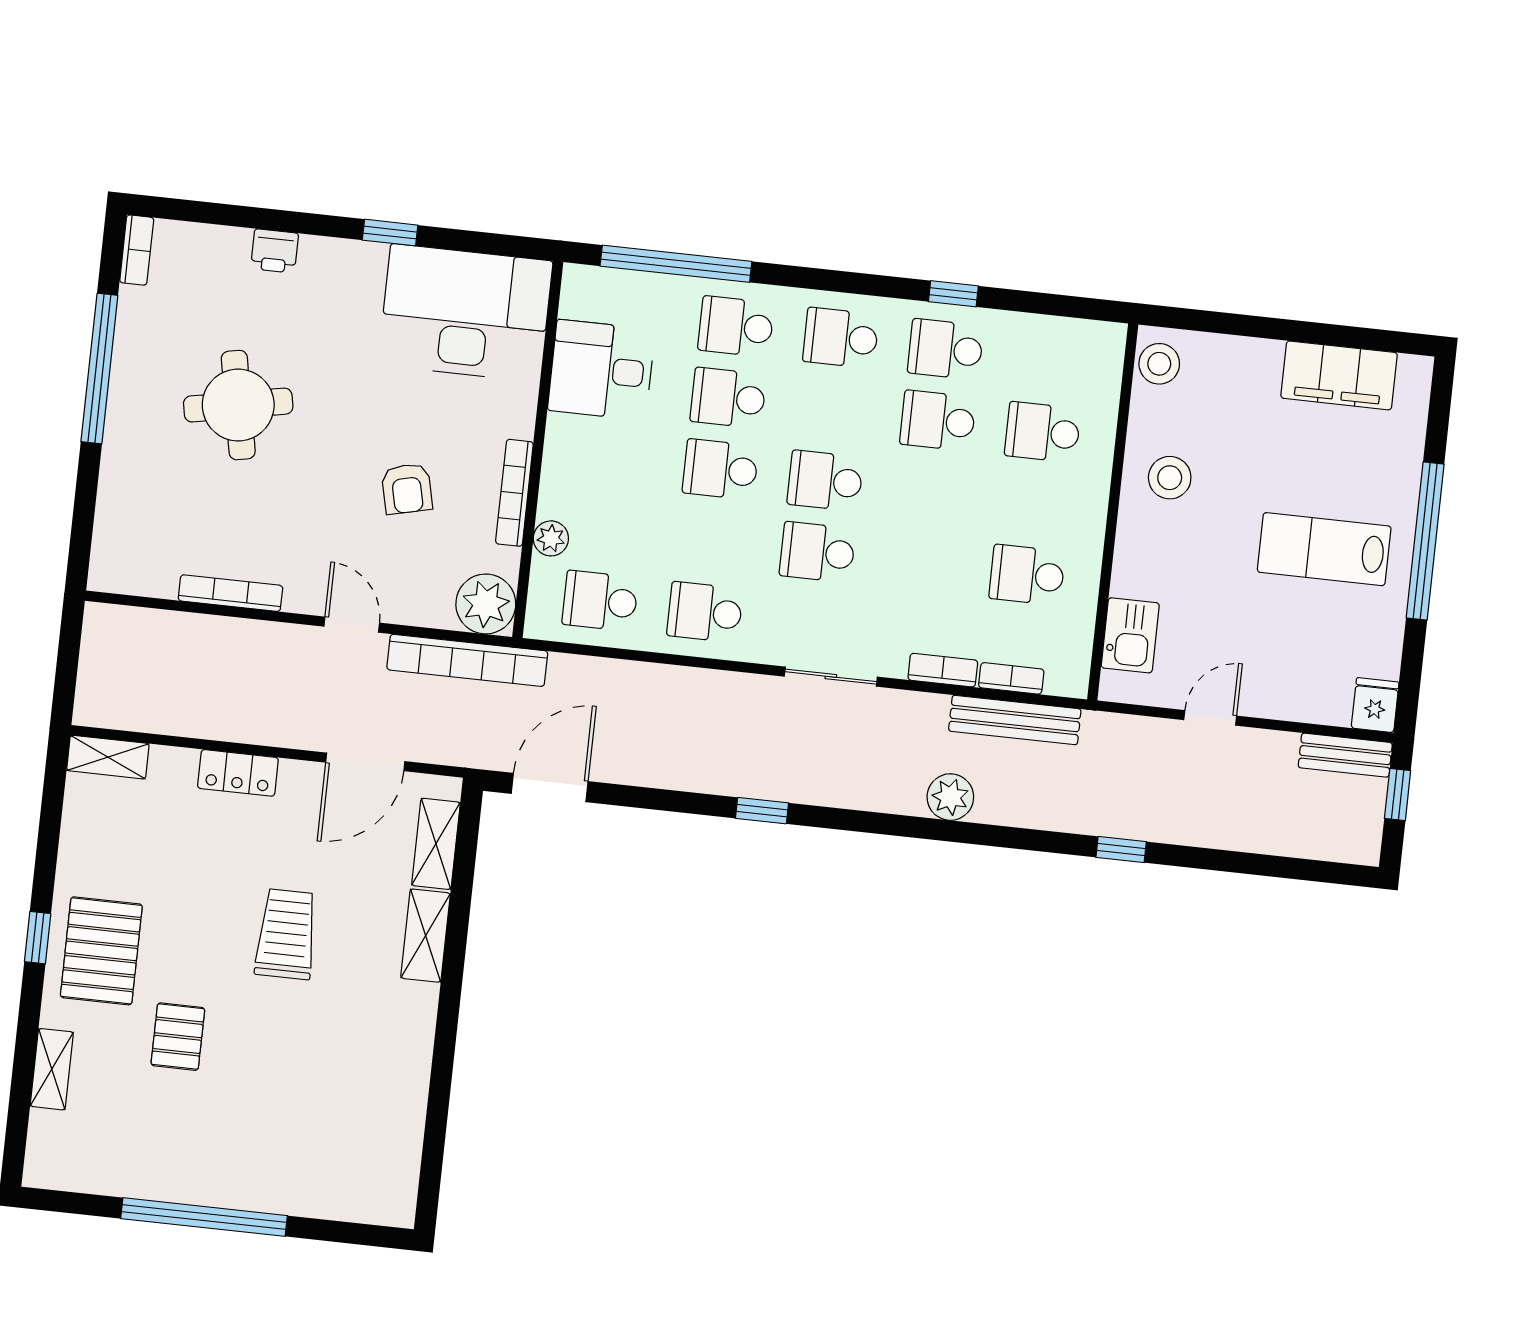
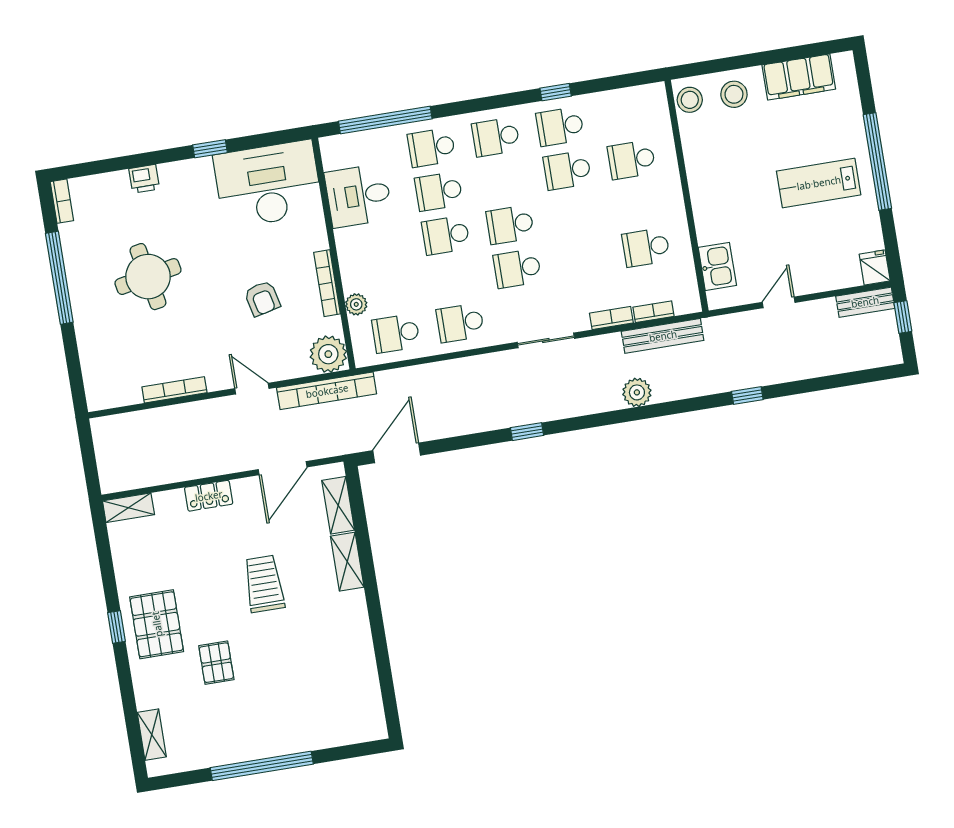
stool: (1170, 478) -> (734, 94), moved
shelving: (52, 1069) -> (152, 735), moved

